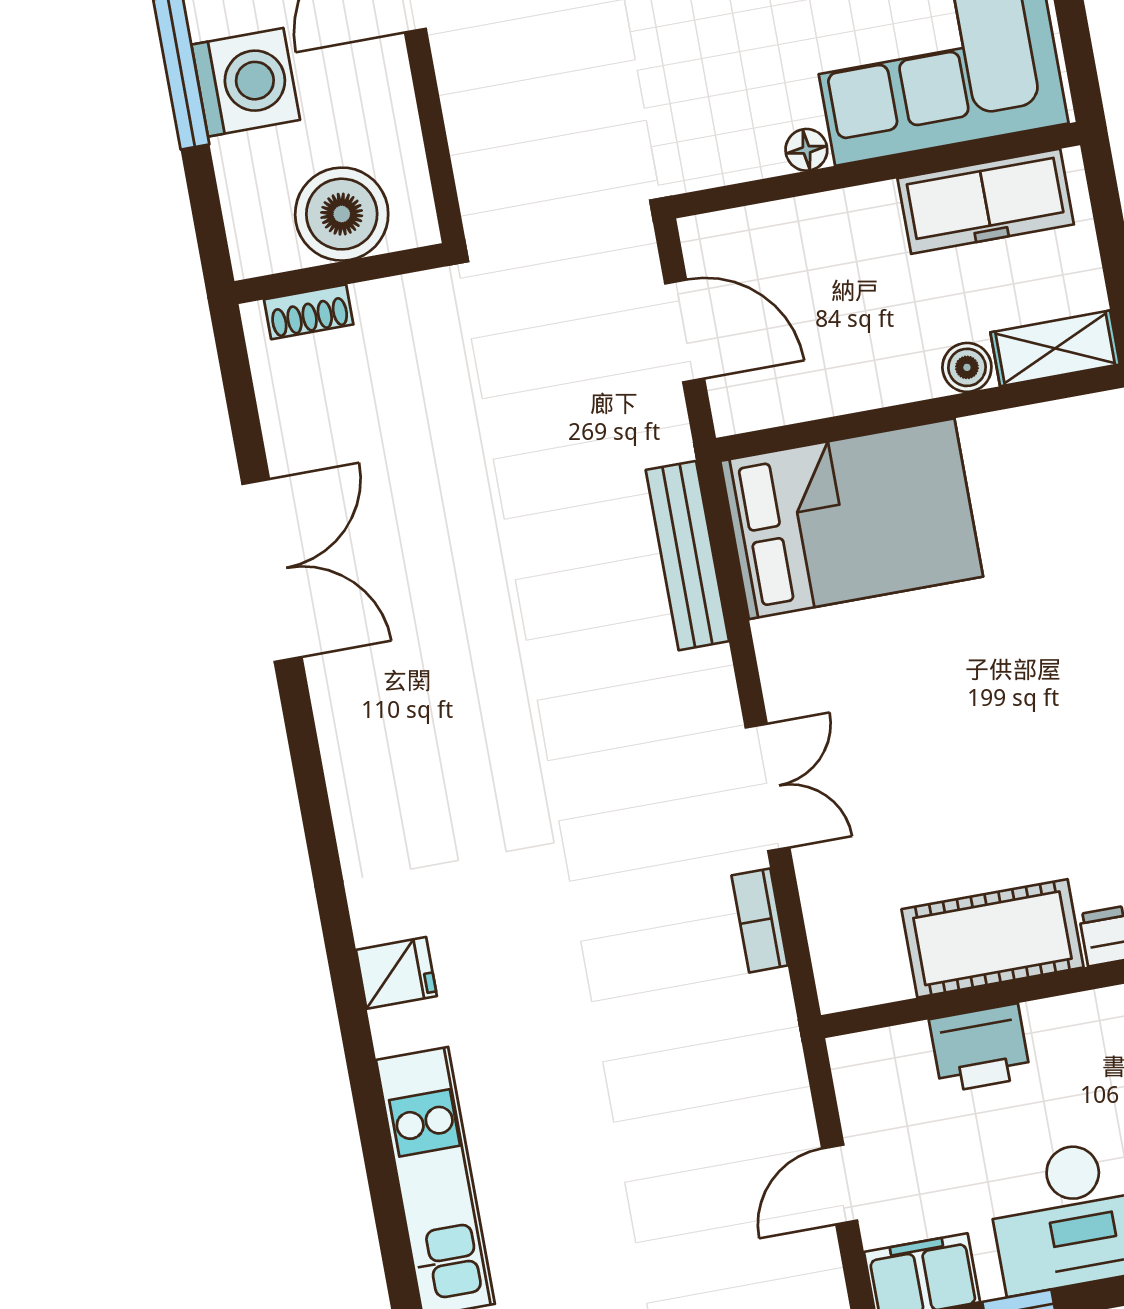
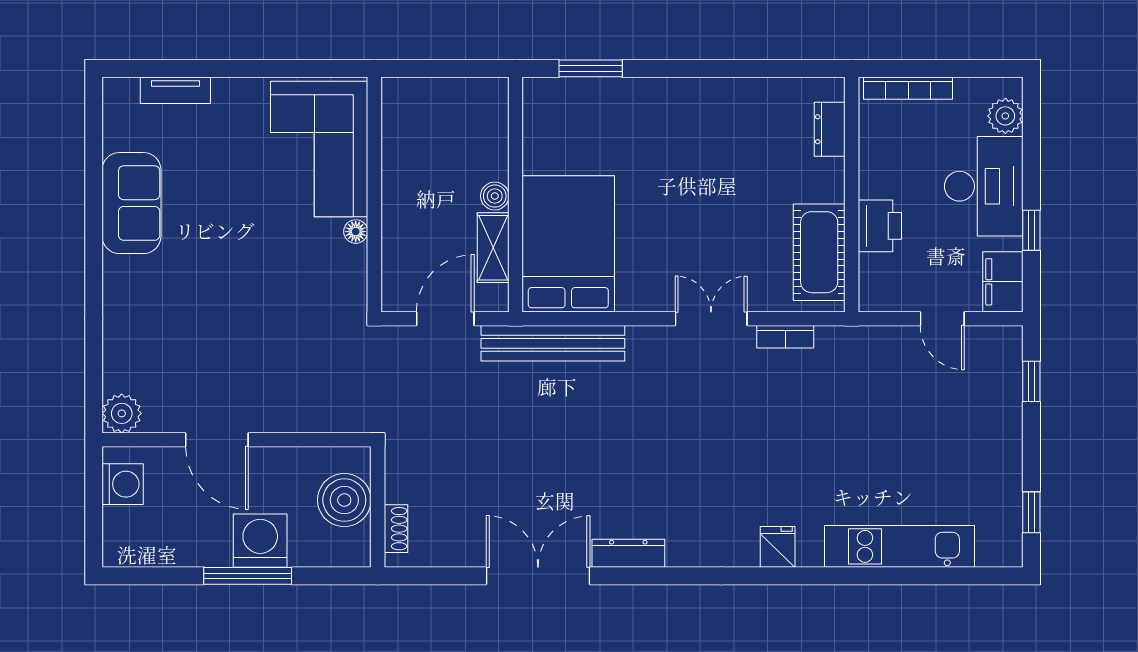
freezer: (986, 201) -> (403, 136), removed
shelving: (1055, 348) -> (493, 248), moved
boiler: (967, 367) -> (495, 196), moved
bench: (687, 556) -> (553, 343), width x1.37, depth x1.21
dresser: (339, 718) -> (628, 553), added
cot: (992, 938) -> (819, 252), moved

